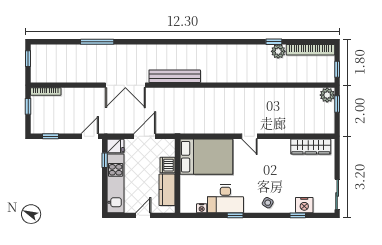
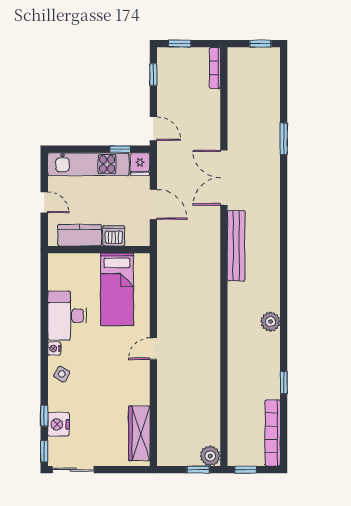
window: (97, 42) -> (284, 139), width x0.69
plant: (278, 51) -> (270, 322), moved
window: (28, 106) -> (180, 44), moved
bed: (206, 157) -> (117, 289), width x0.67
nightstand: (202, 208) -> (54, 348), moved
window: (235, 215) -> (44, 451), moved

